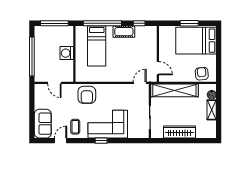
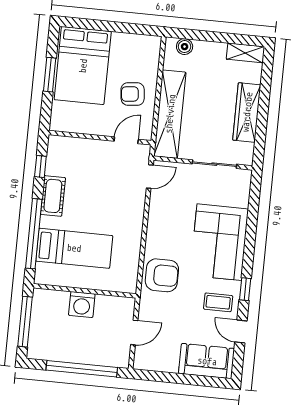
armchair: (202, 74) -> (133, 94), moved
door: (140, 83) -> (150, 176), swing flipped
shelving: (212, 110) -> (245, 53), moved
window: (101, 141) -> (245, 289), moved

